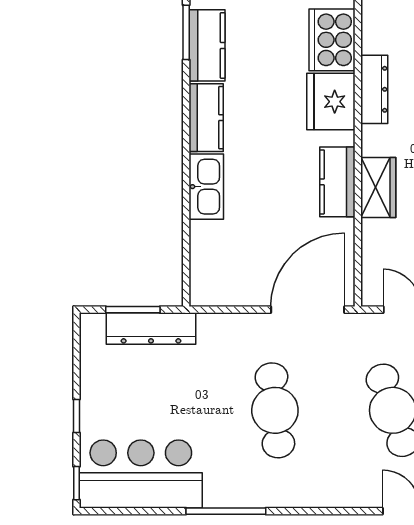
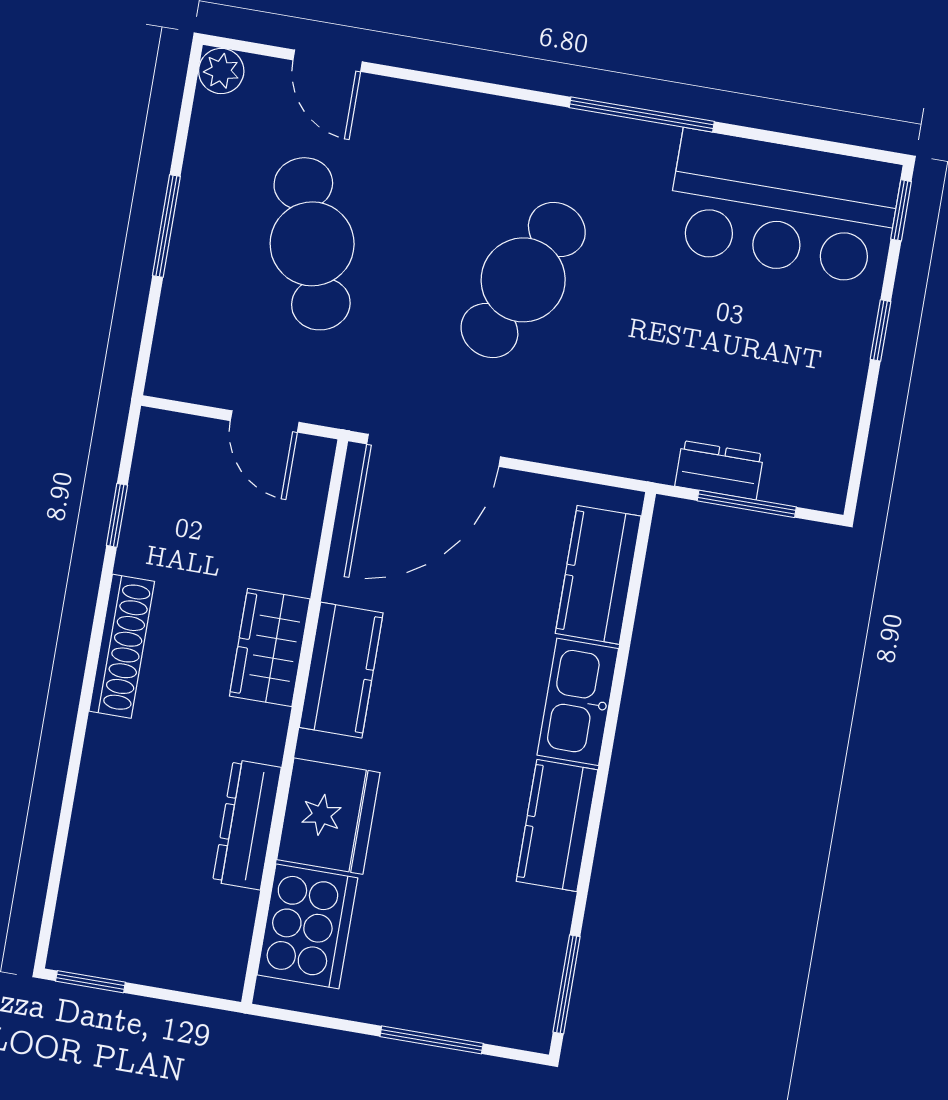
kitchen counter: (207, 45) -> (598, 575), moved
dresser: (151, 329) -> (719, 470), width x0.51, depth x0.80
cafe table: (275, 410) -> (523, 280), turned 30

